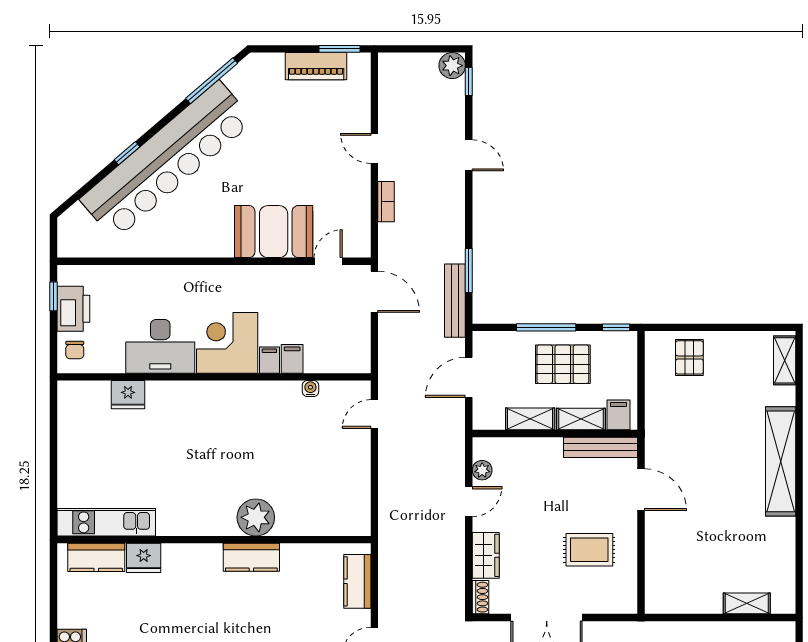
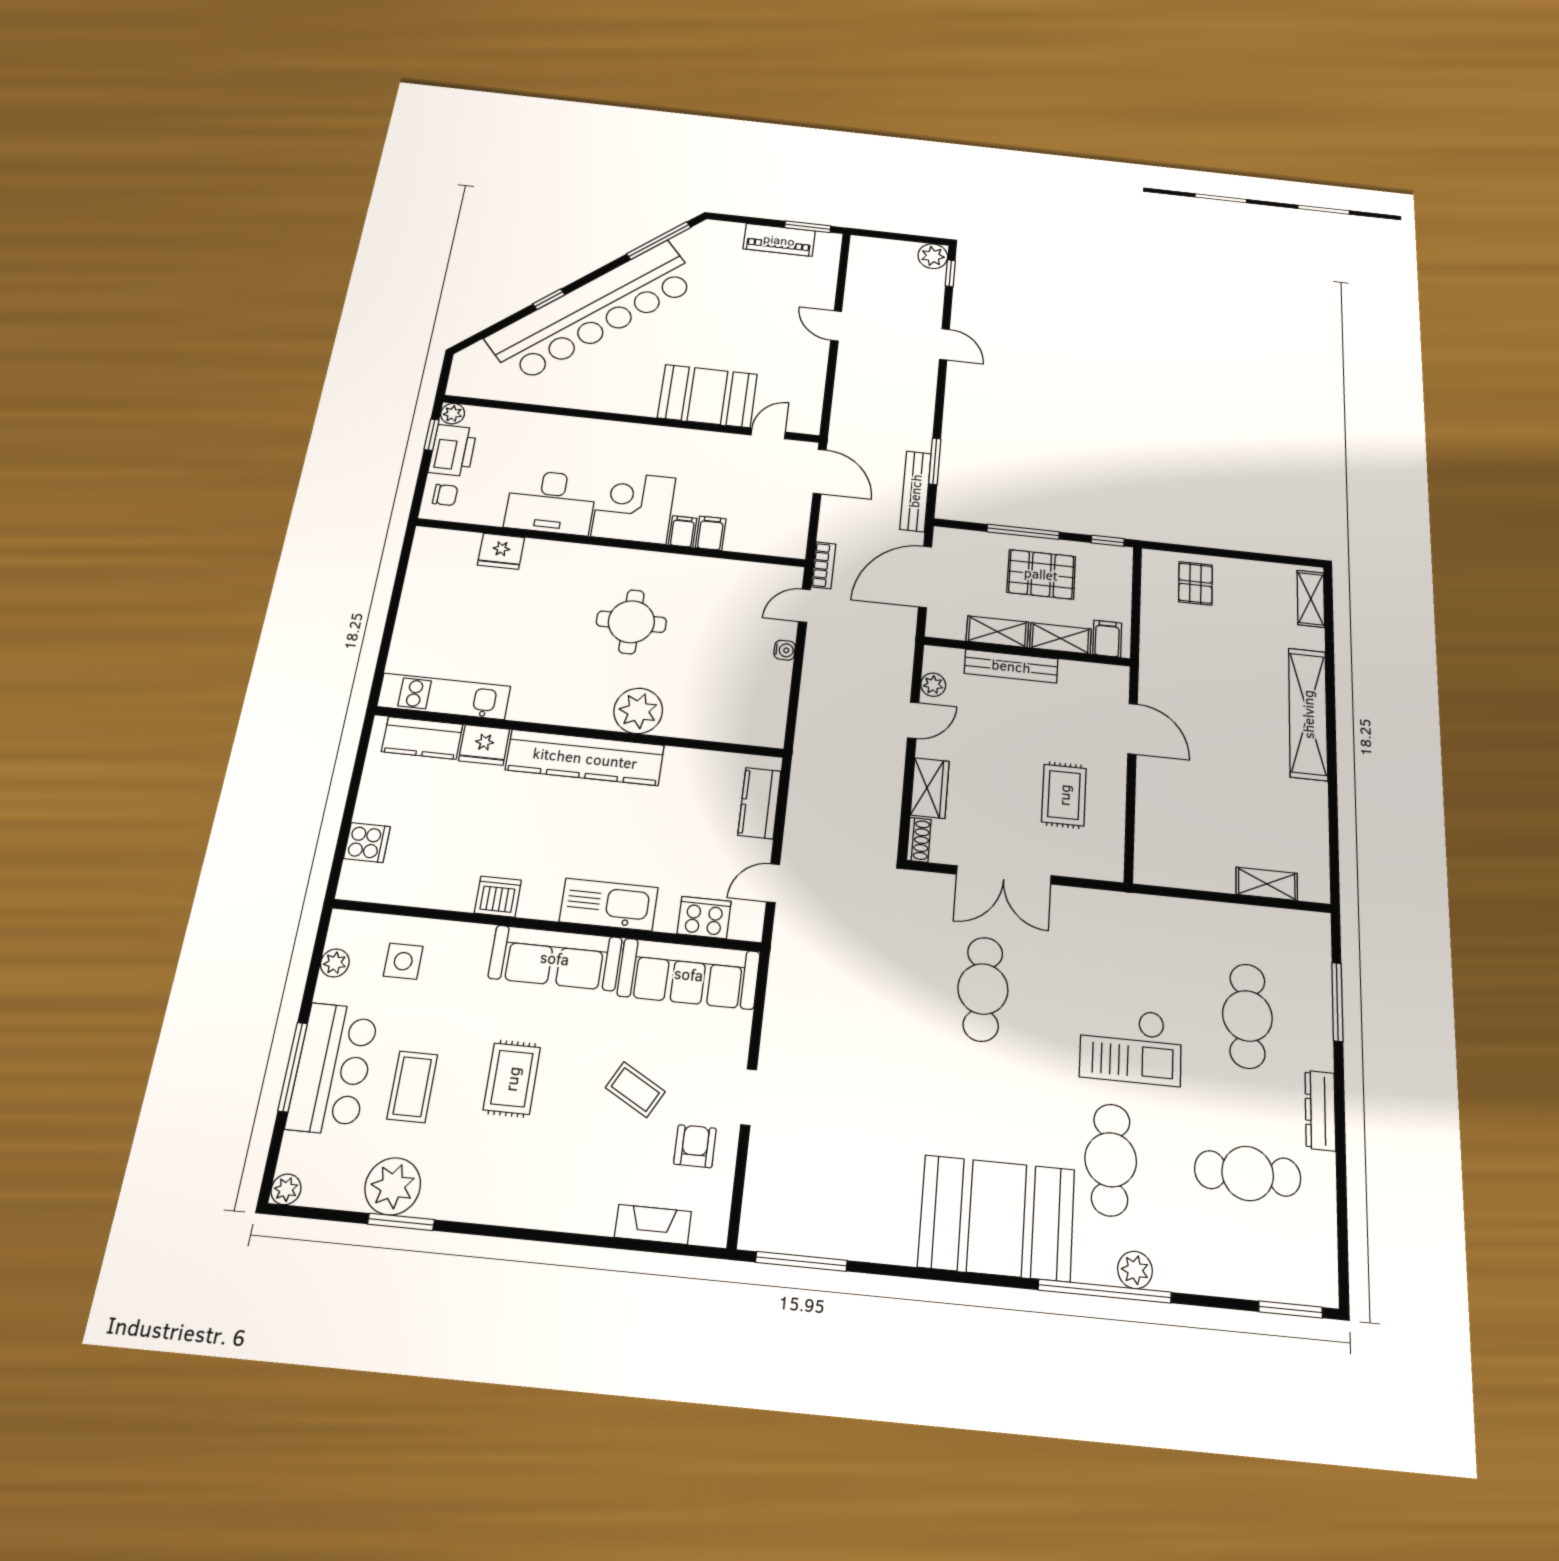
bookcase: (386, 202) -> (823, 565), moved
plant: (67, 275) -> (453, 414), added
chair: (75, 350) -> (445, 495), turned -90
door: (469, 377) -> (925, 577), width x1.36
water cooler: (310, 388) -> (785, 650), moved, turned 90
round table: (240, 444) -> (631, 622), added
bench: (601, 447) -> (1011, 666), moved
rug: (589, 550) -> (1064, 795), turned 90
kitchen counter: (251, 557) -> (585, 758), width x2.08, depth x1.17

